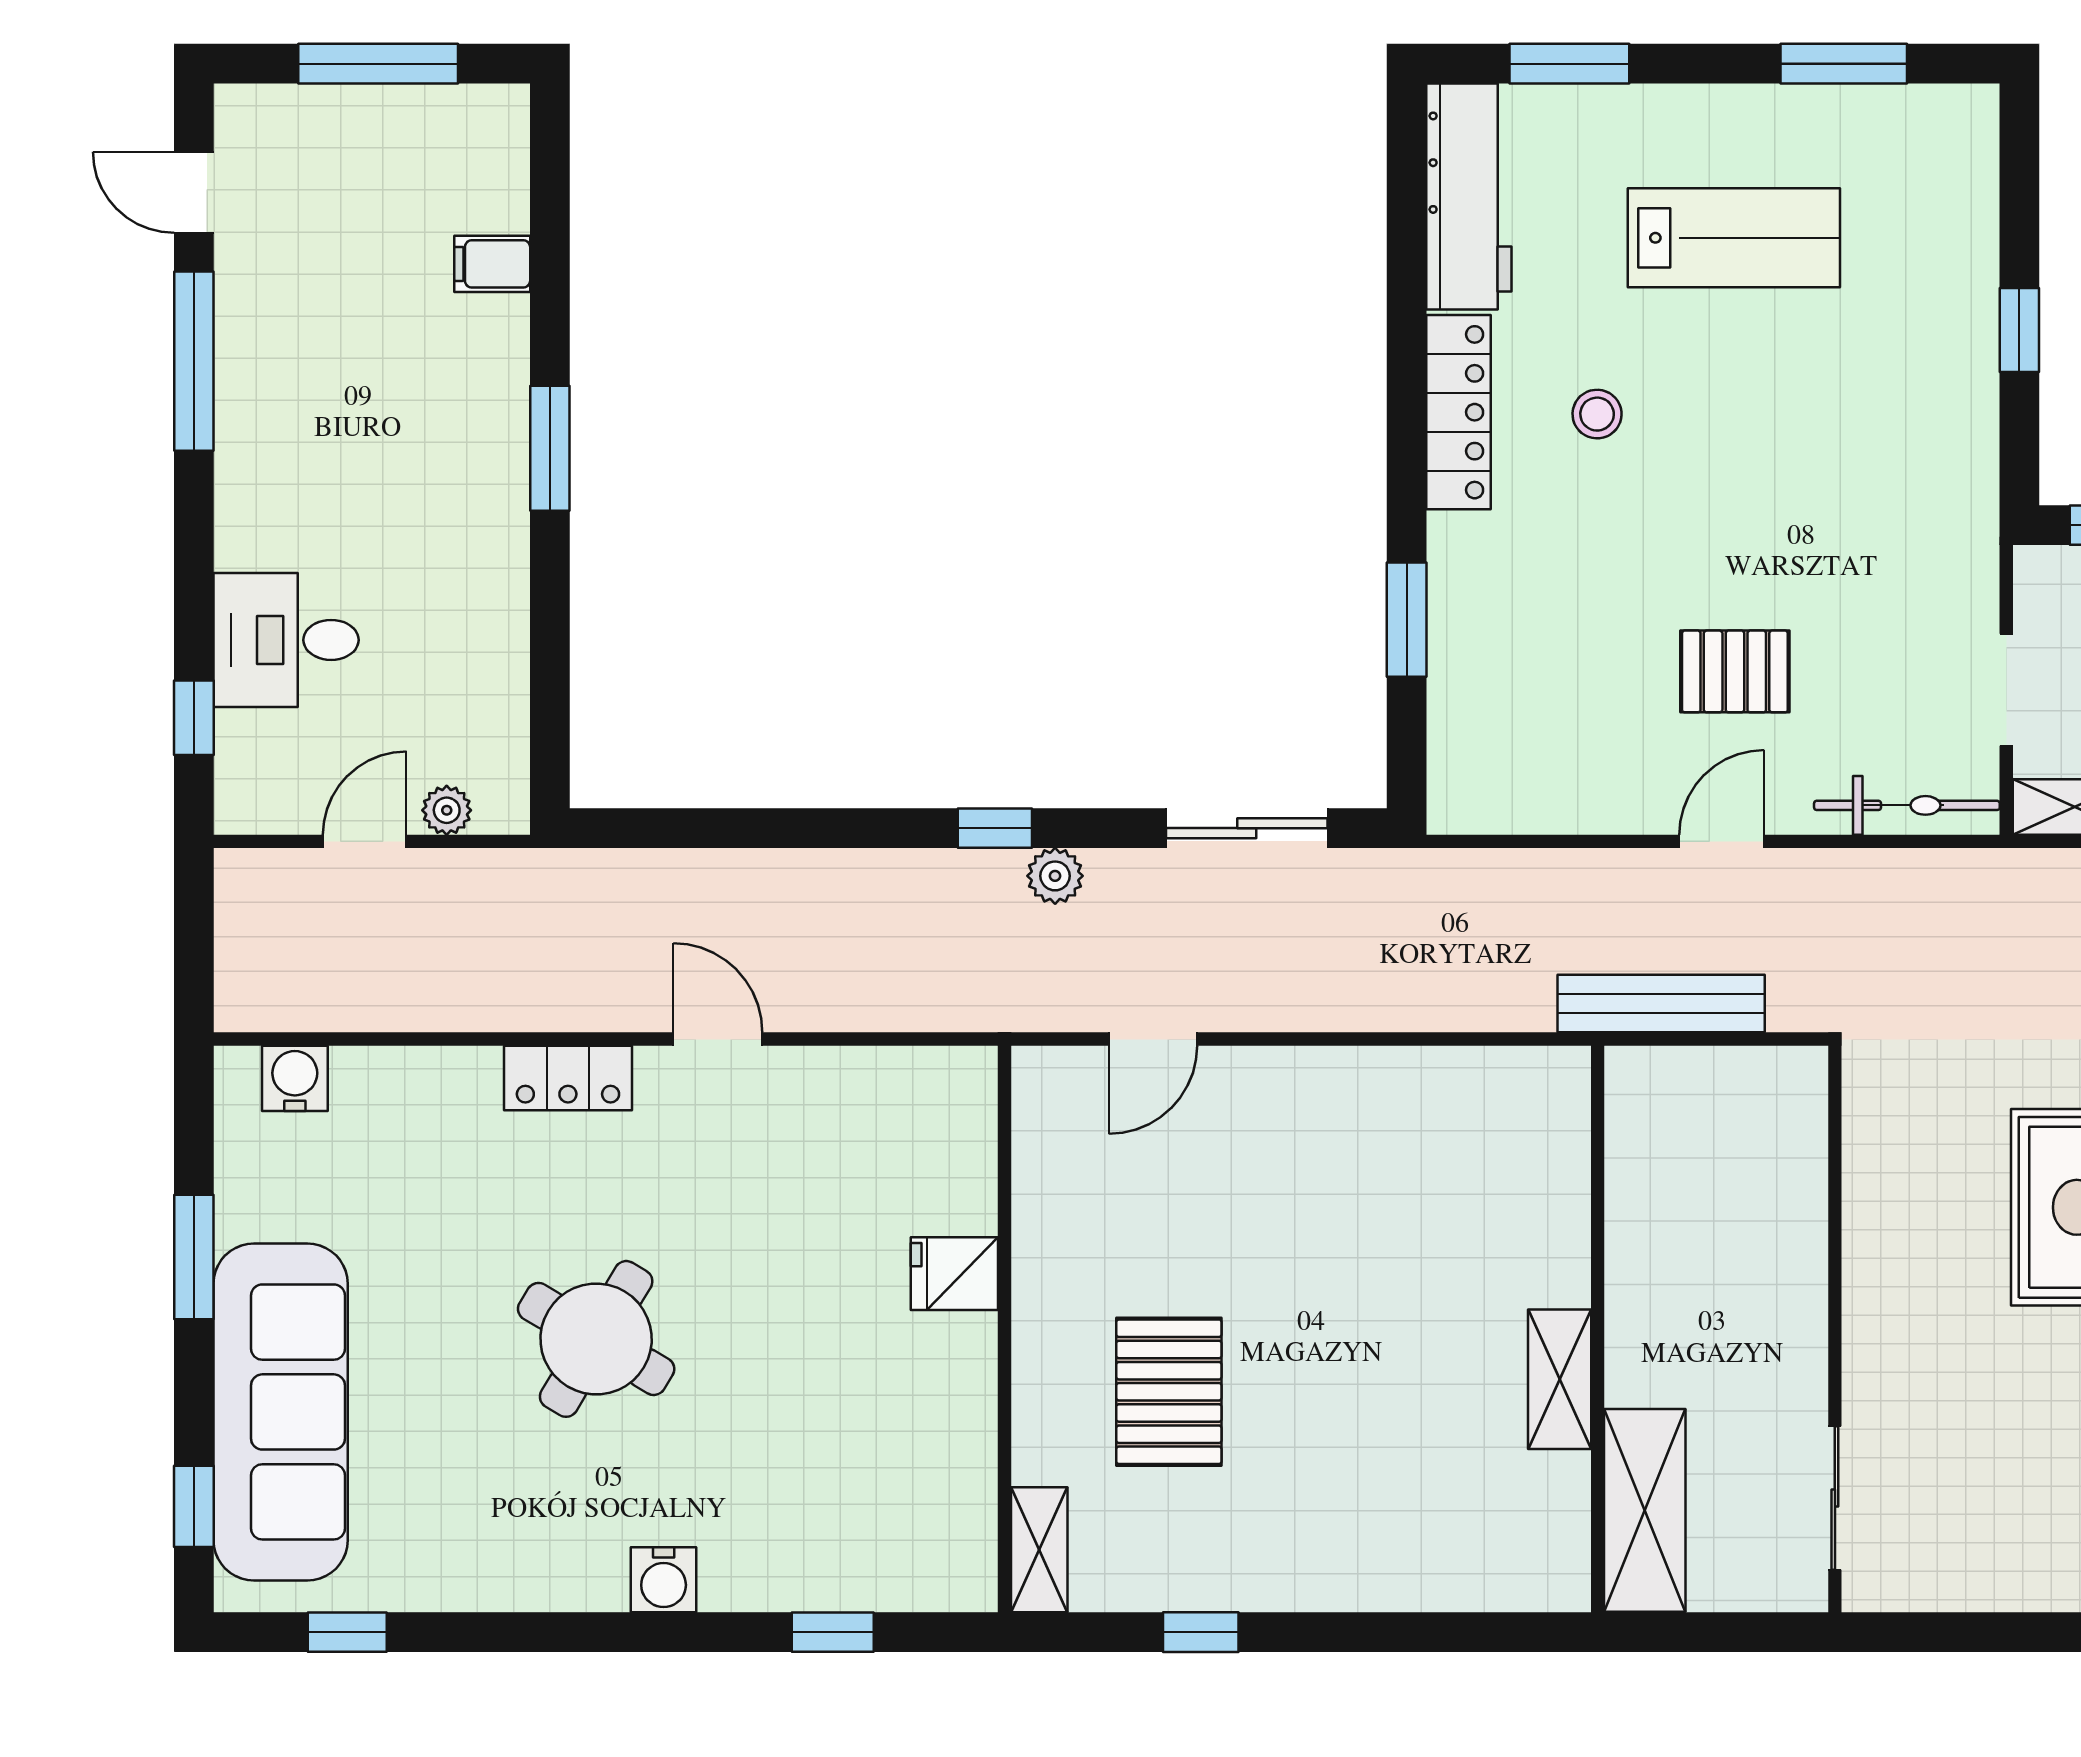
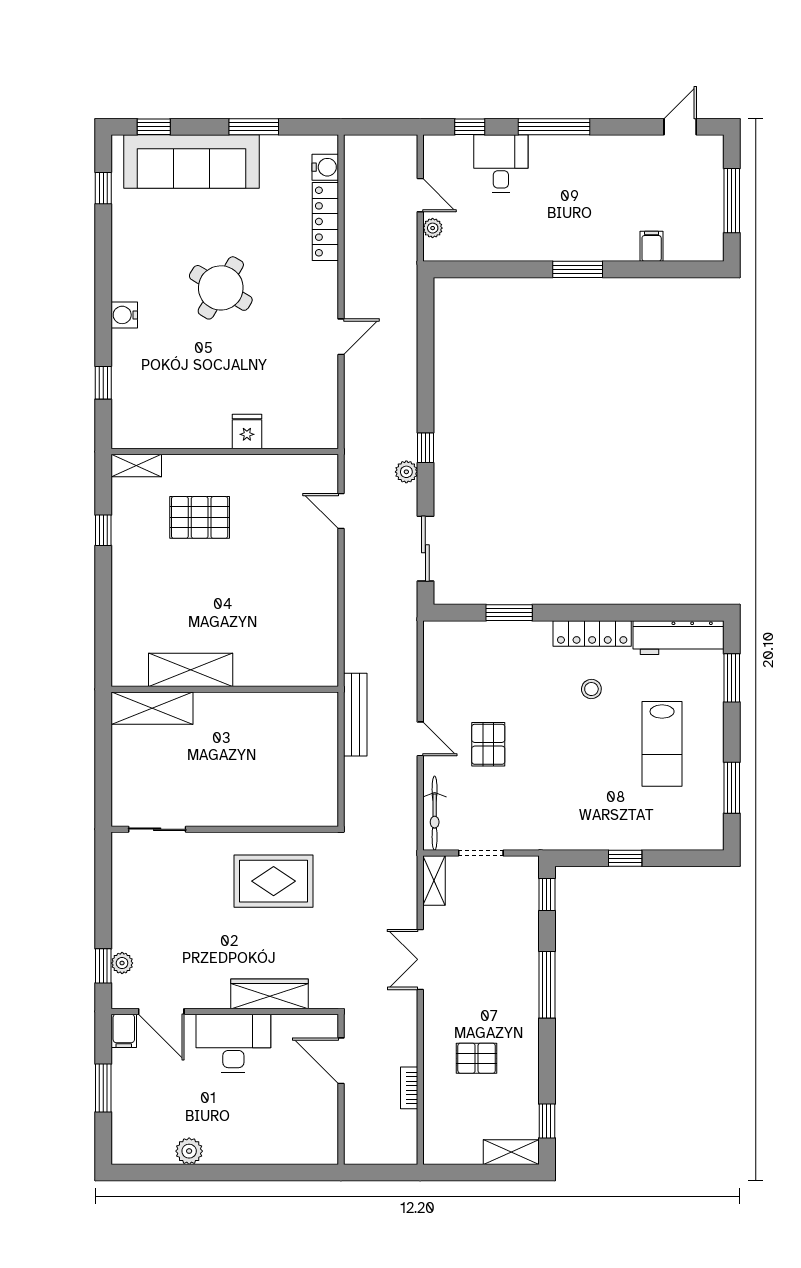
window: (194, 361) -> (554, 127), moved
locker: (568, 1078) -> (325, 222), moved, width x1.53
wall: (1835, 1329) -> (225, 829), moved
shelving: (1560, 1379) -> (191, 670), width x1.50, depth x1.33
sliding door: (1835, 1498) -> (157, 829), moved

